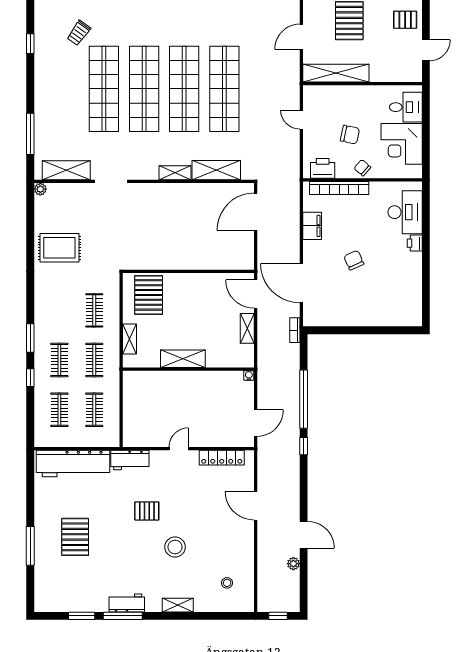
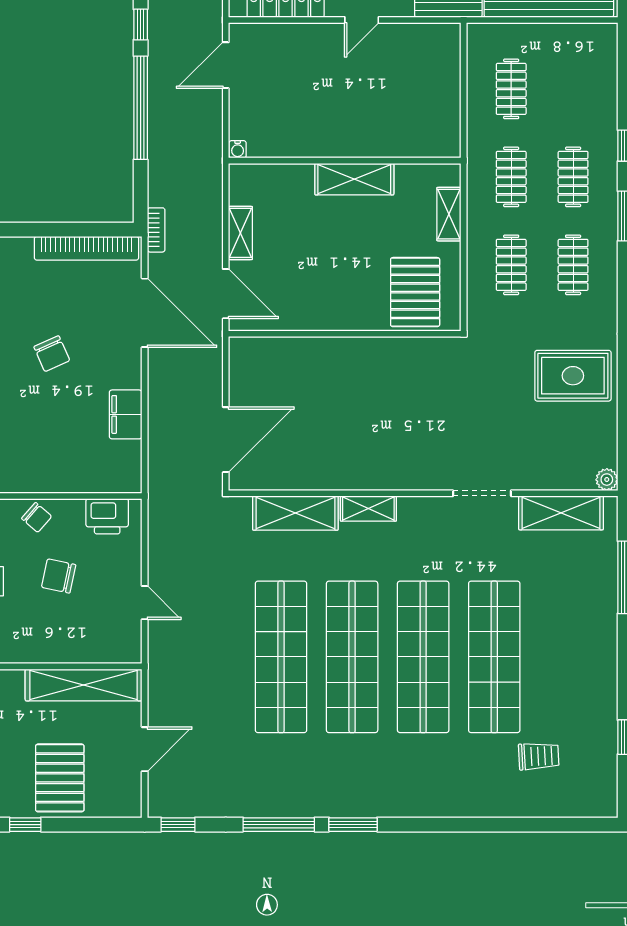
trolley: (79, 33) -> (539, 756), turned 51
bookcase: (339, 188) -> (87, 248), moved, turned 180
clothes rail: (59, 410) -> (573, 265), moved

